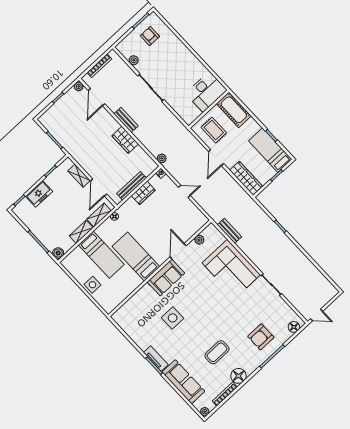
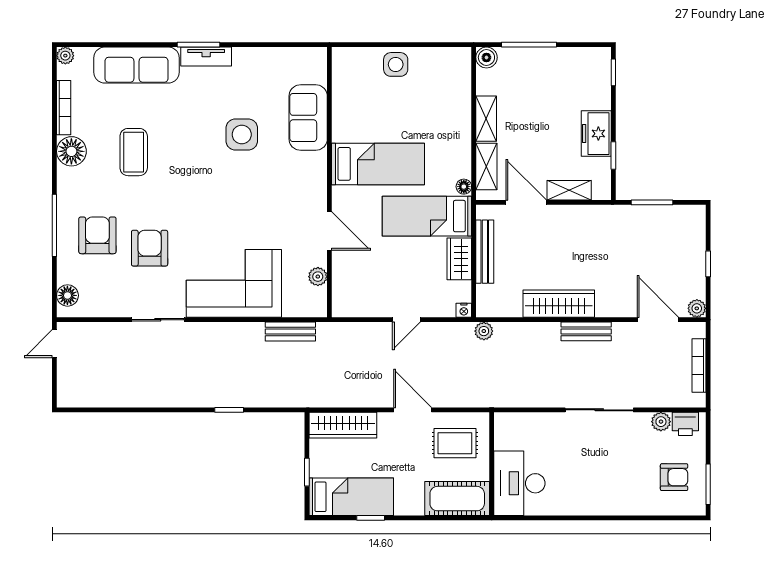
printer: (126, 50) -> (685, 424), added
wardrobe: (125, 140) -> (559, 304), width x1.50
freezer: (39, 194) -> (596, 134), moved
bed: (101, 255) -> (427, 216), moved
sofa: (166, 278) -> (308, 118), moved
armchair: (247, 313) -> (150, 248), added

